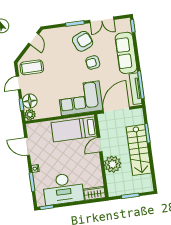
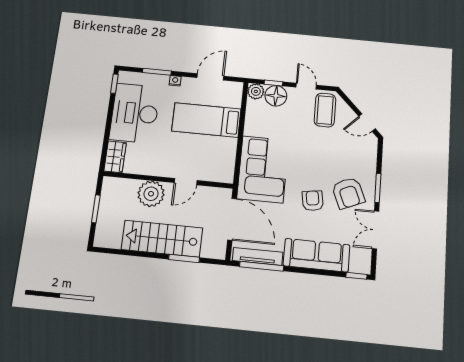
bed: (74, 129) -> (206, 120), moved, turned -90
door: (100, 145) -> (186, 182), swing flipped

